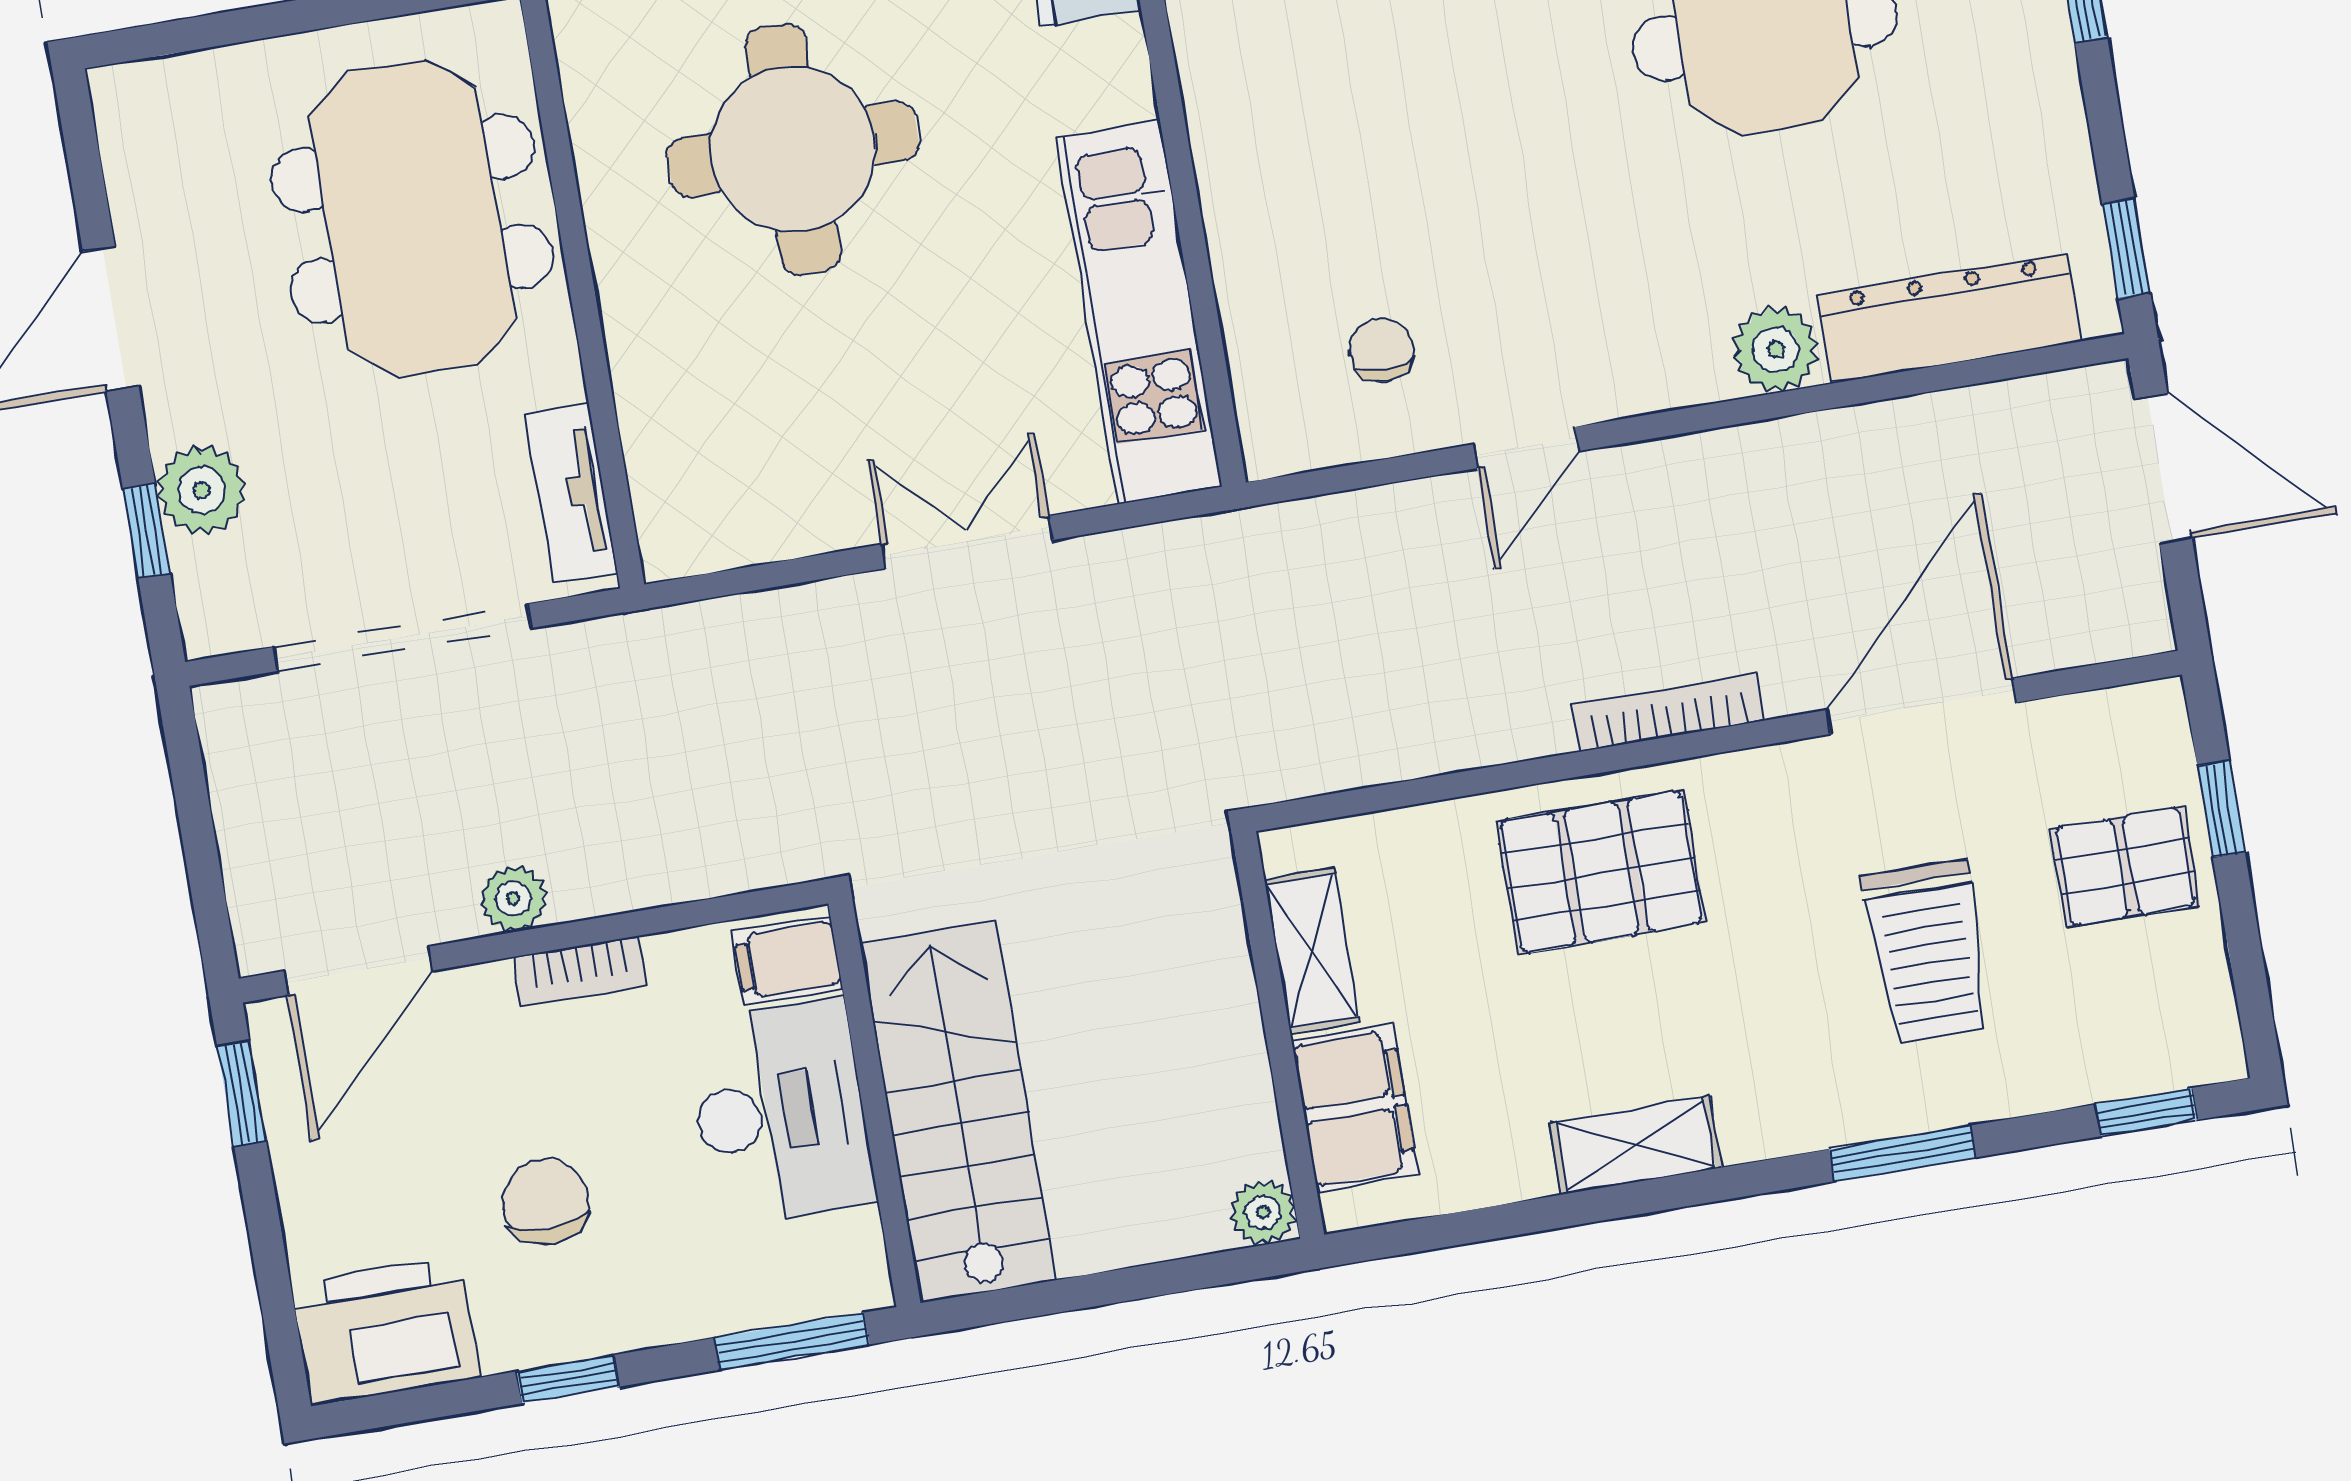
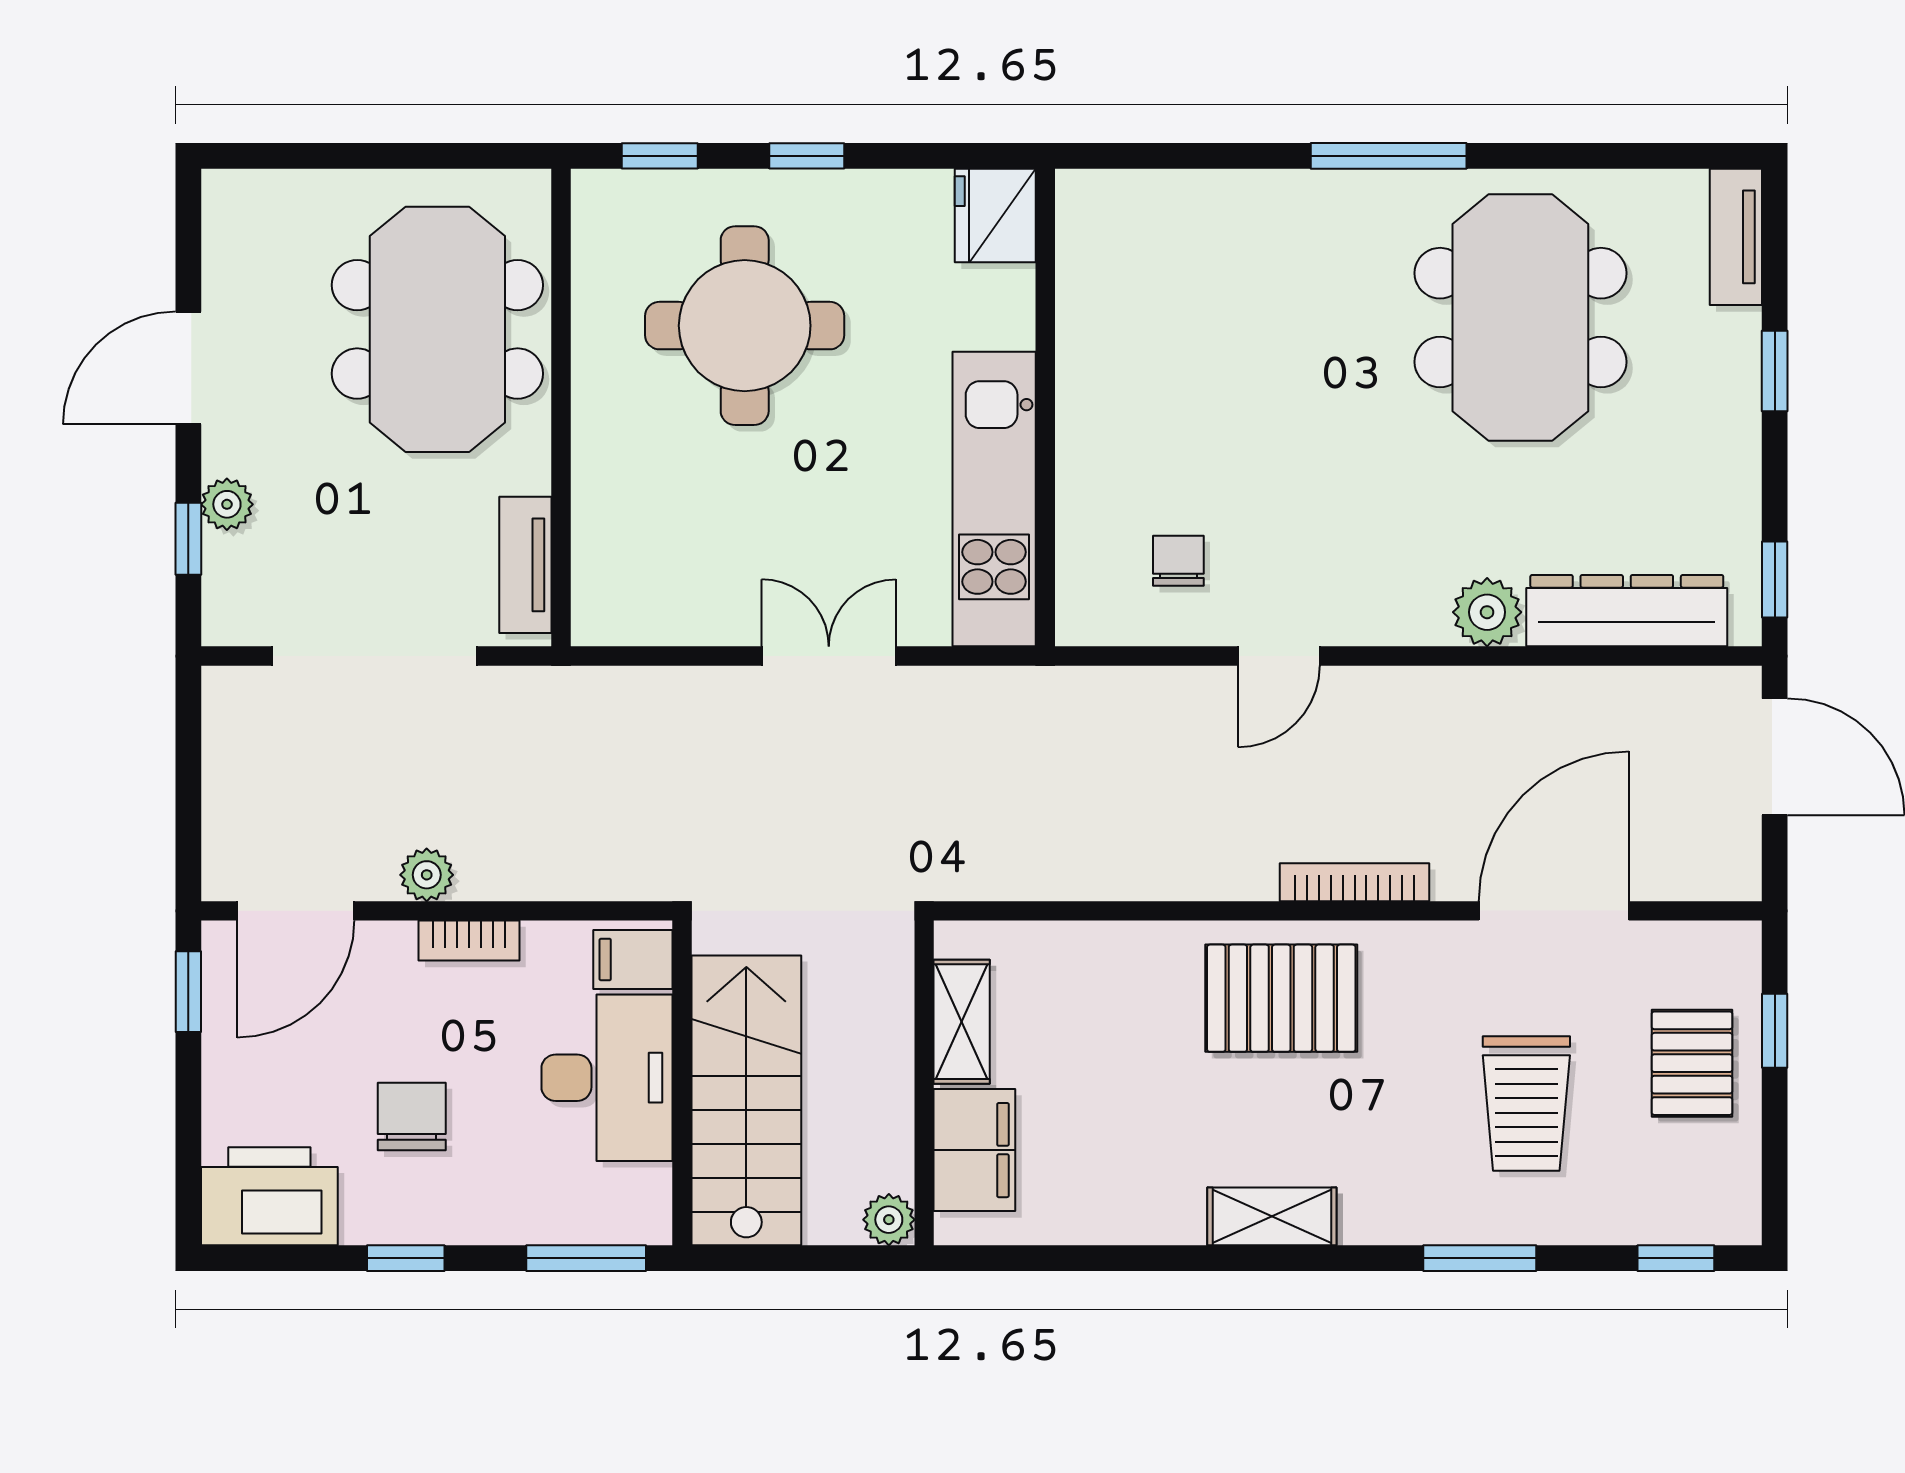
plant: (201, 490) -> (227, 504), width x0.73, depth x0.73
pallet: (2125, 867) -> (1692, 1063), turned 90
shelving: (1312, 951) -> (962, 1022), moved
wall: (1278, 1035) -> (924, 1083), moved
filing cabinet: (1355, 1108) -> (974, 1150), moved
plant: (1263, 1212) -> (889, 1220), moved

